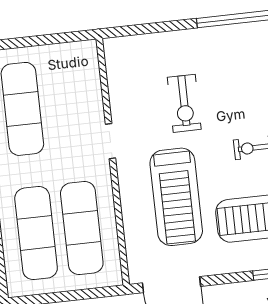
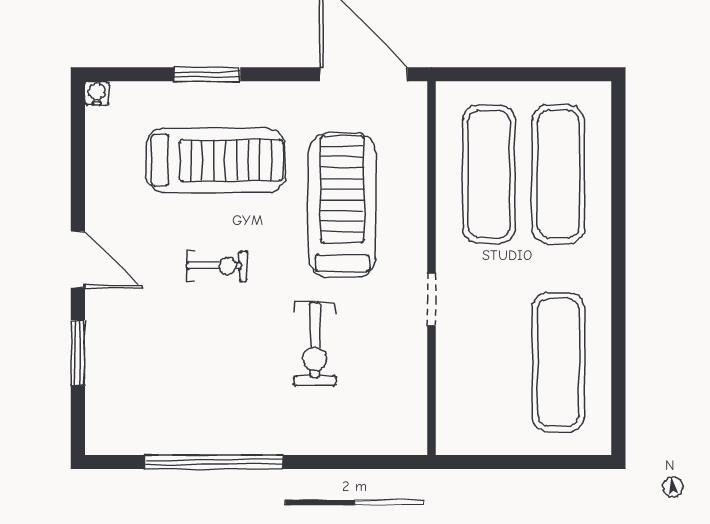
exercise bike: (184, 103) -> (315, 344), turned 180

